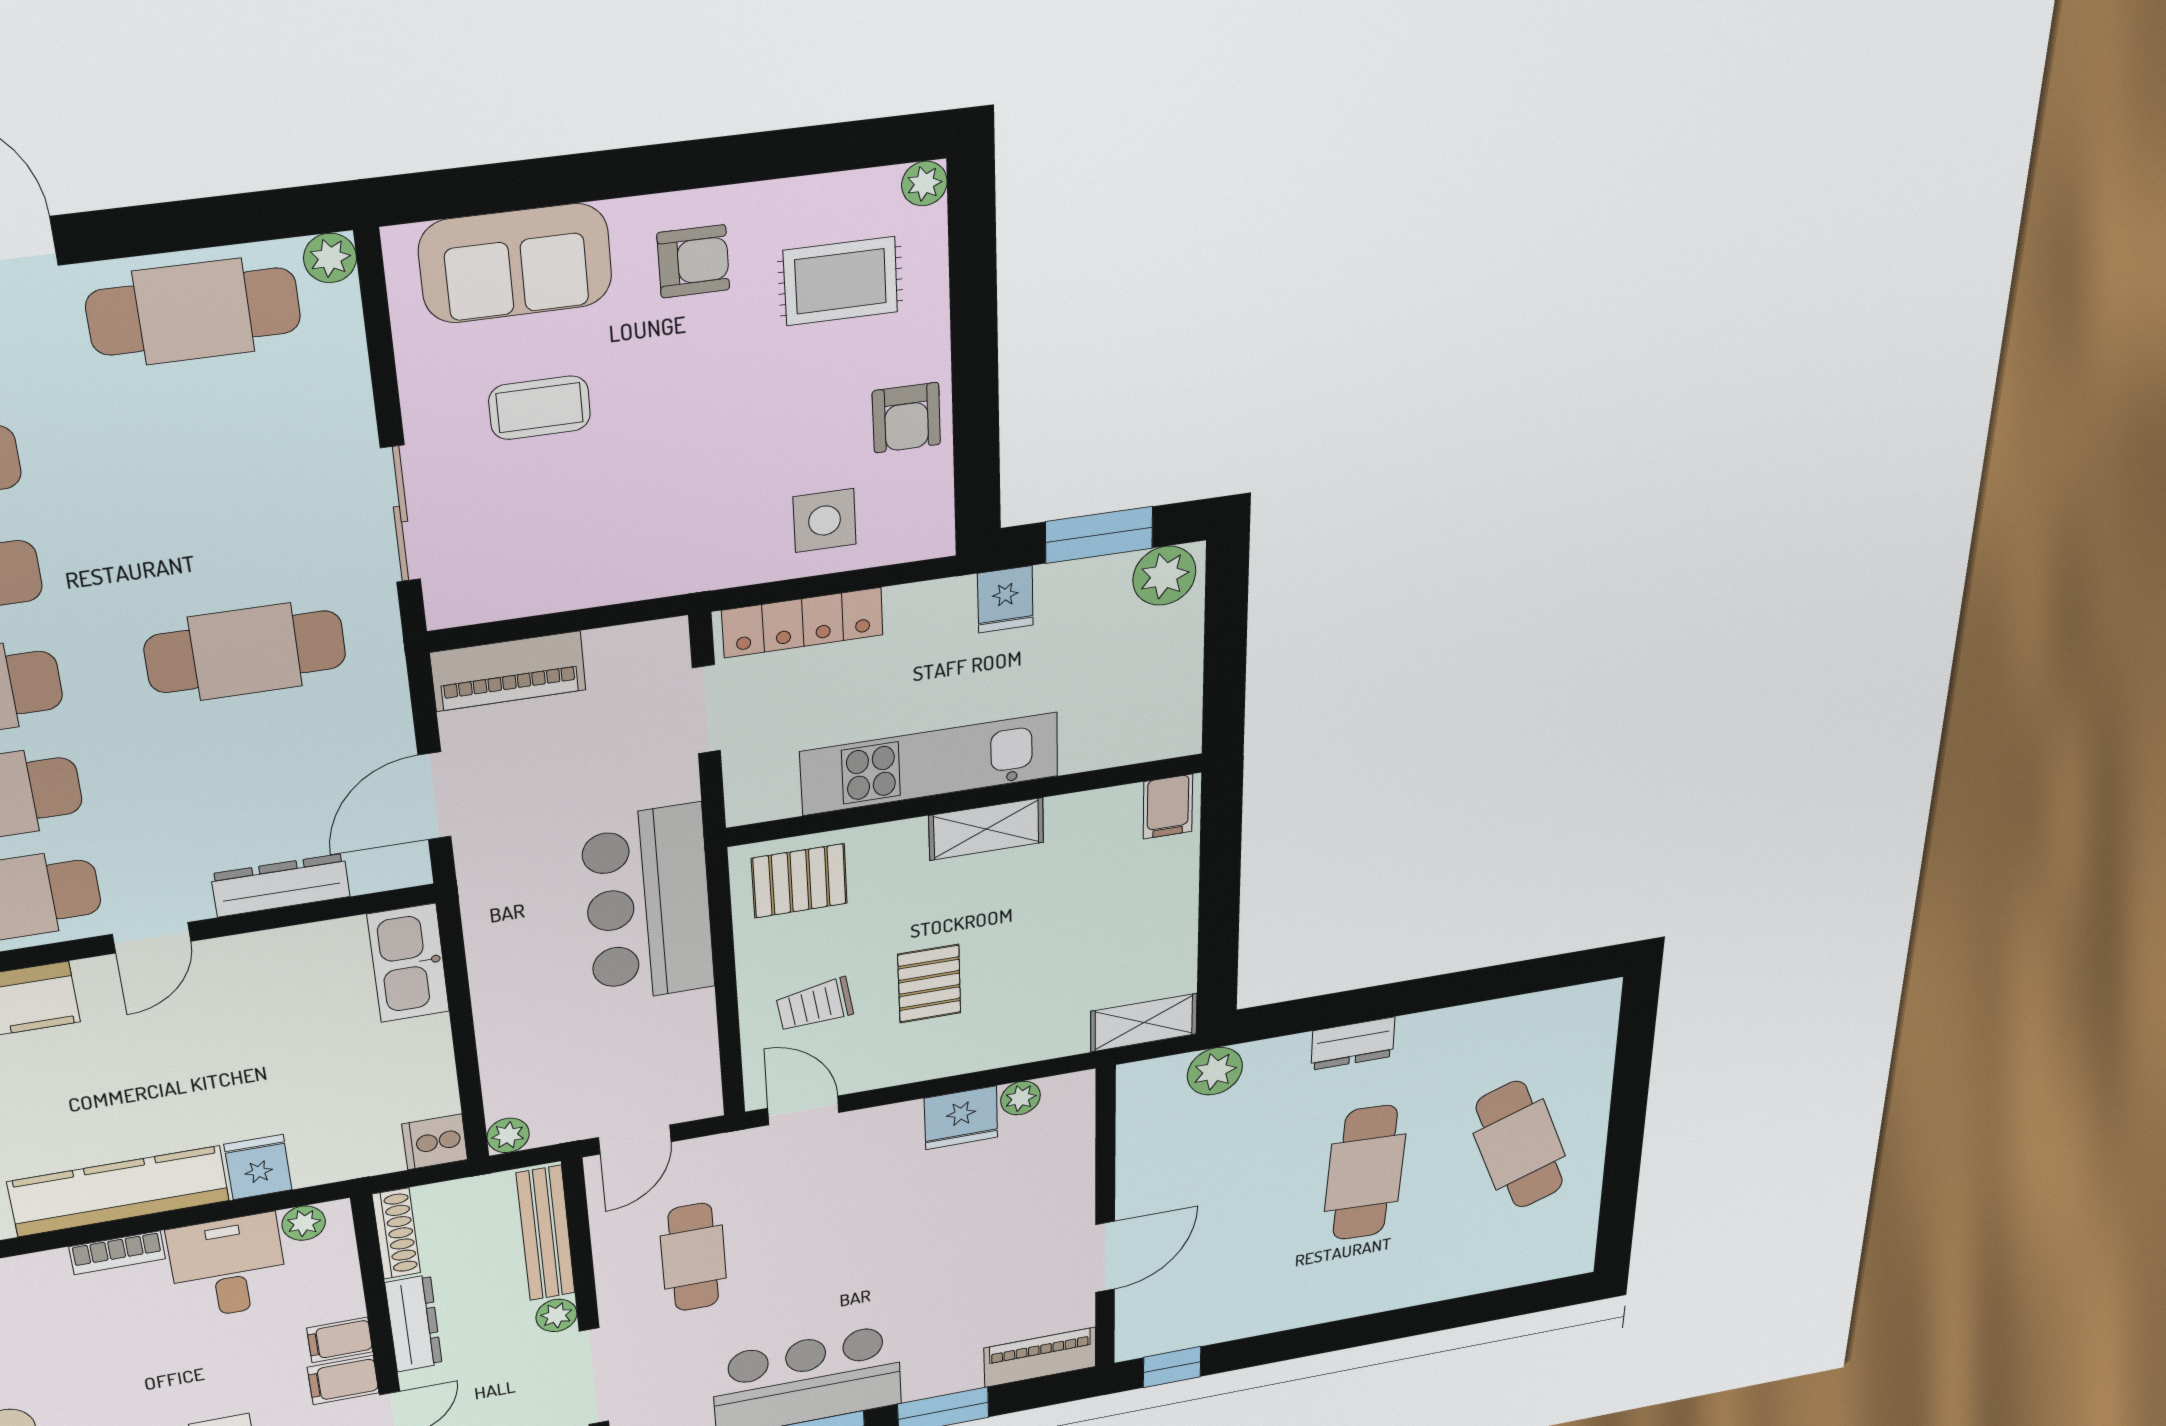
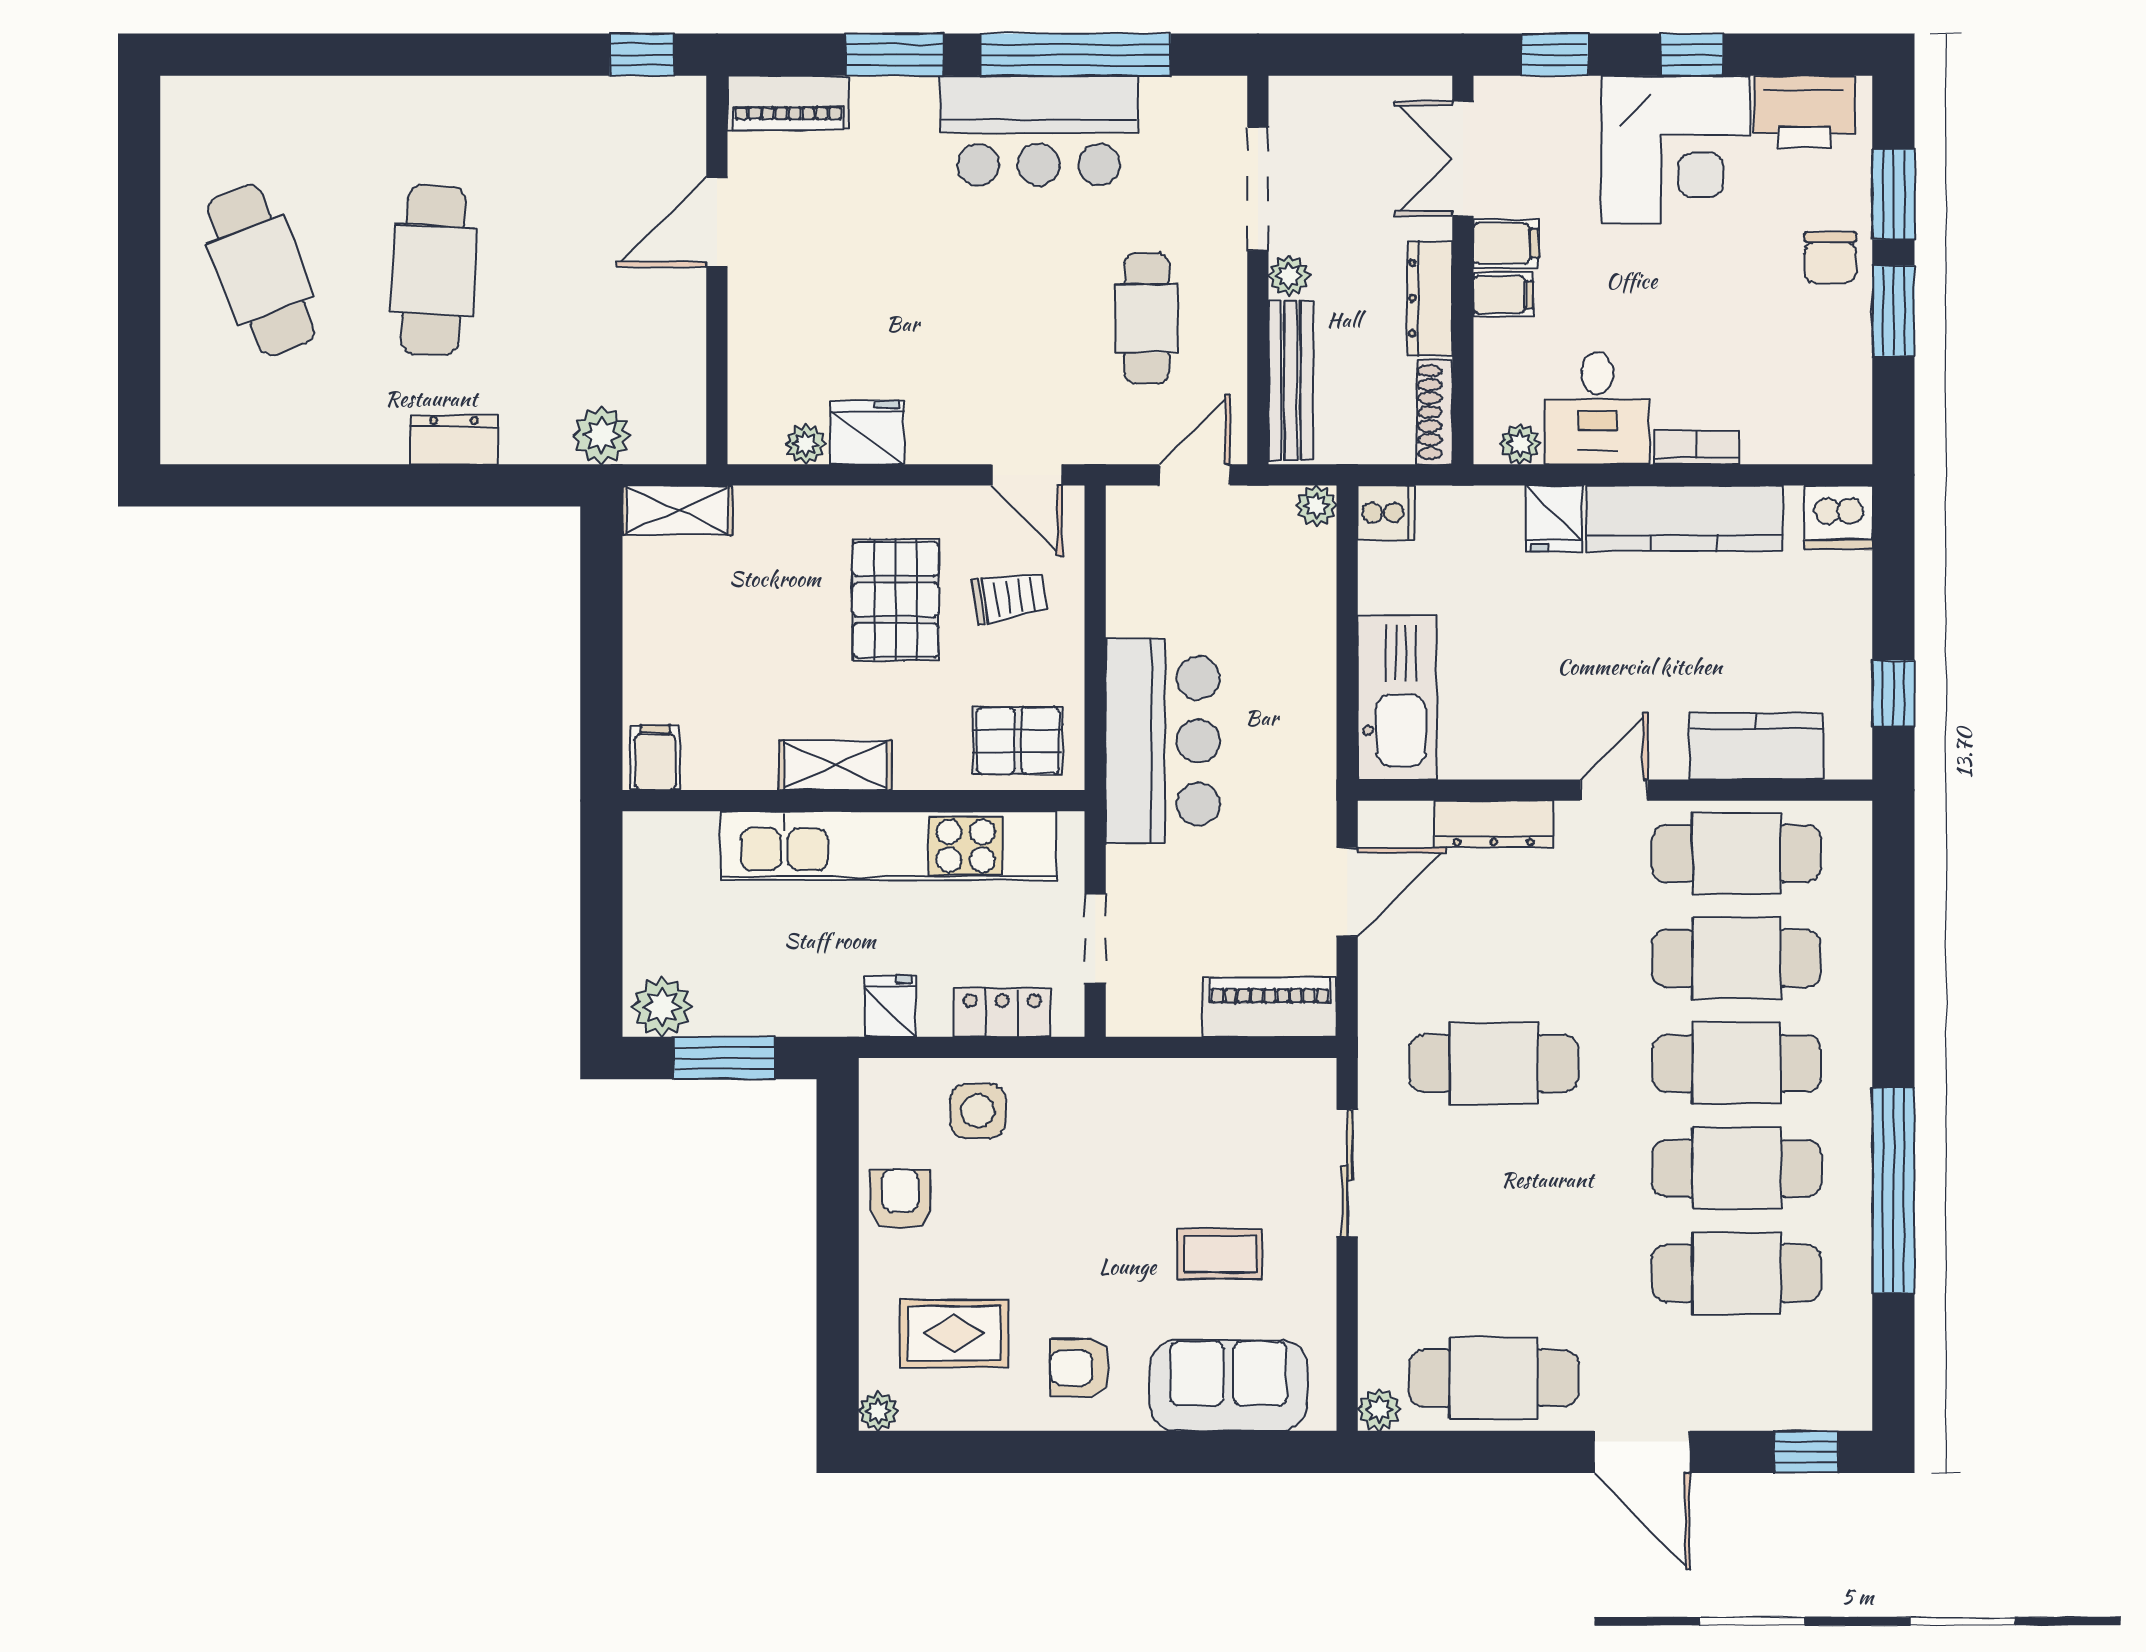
fridge: (1005, 599) -> (890, 1006), moved
locker: (803, 623) -> (1002, 1013), width x0.66
kitchen unit: (930, 764) -> (888, 846), width x1.36
kitchen sink: (408, 963) -> (1397, 697), width x1.36, depth x1.24
pallet: (929, 984) -> (896, 600), width x1.50, depth x1.42

